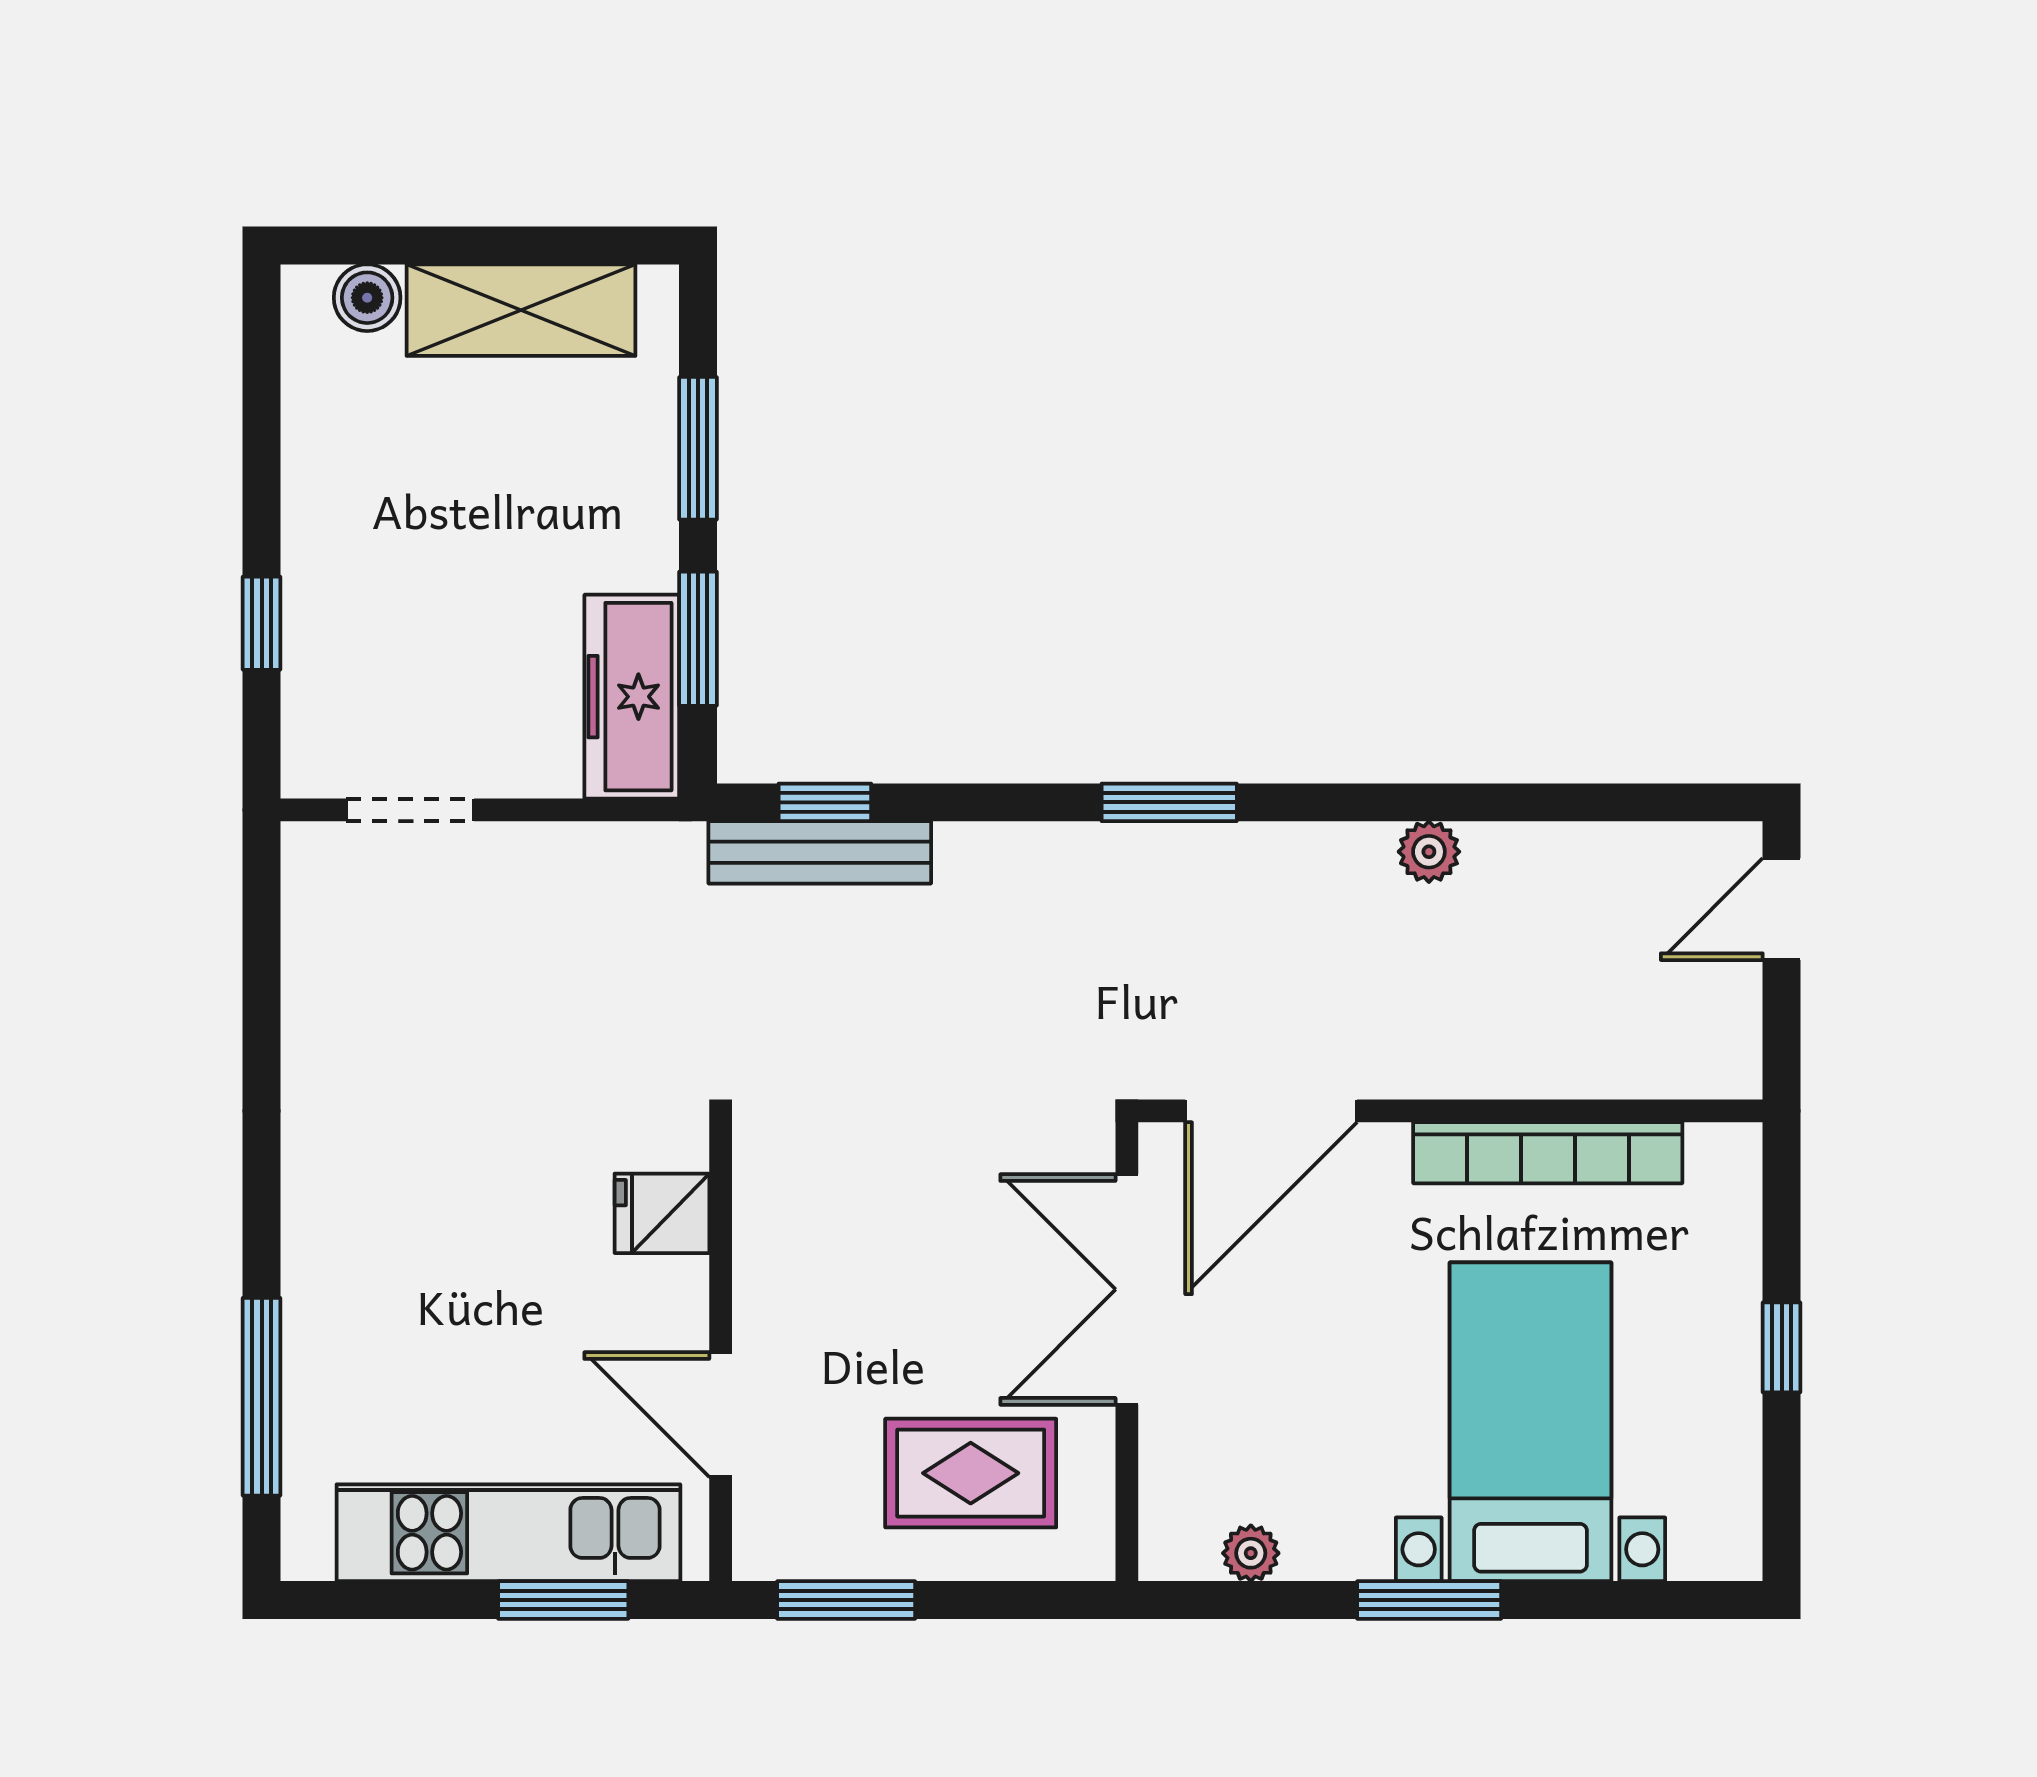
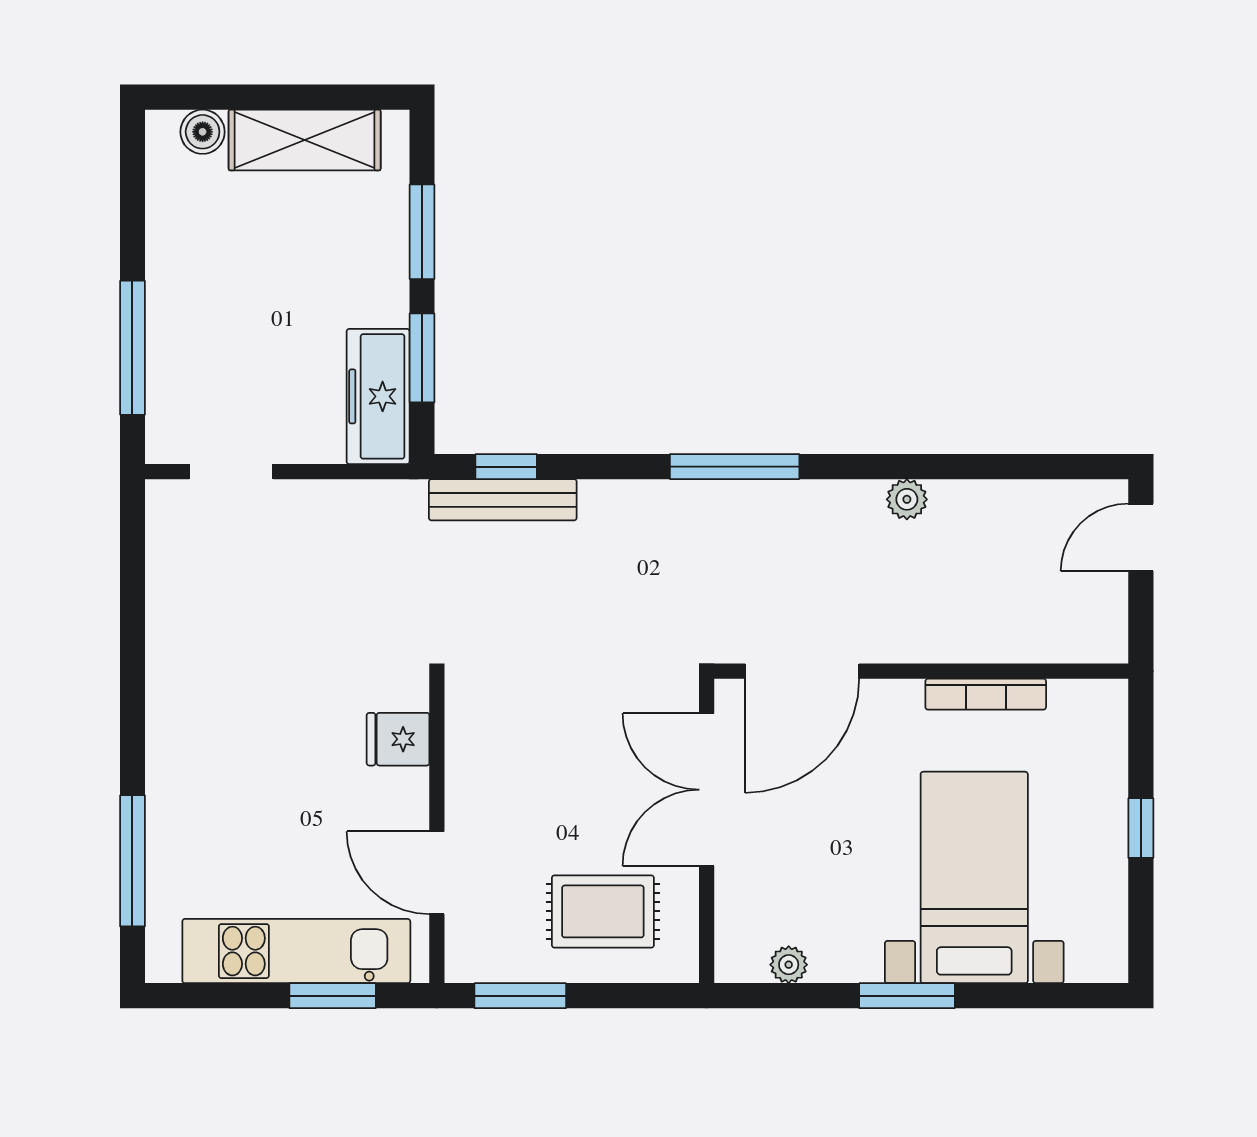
window: (262, 623) -> (132, 348), width x2.17
window: (1169, 802) -> (735, 467), width x1.44
bookcase: (1548, 1153) -> (986, 694), width x0.68, depth x0.76

